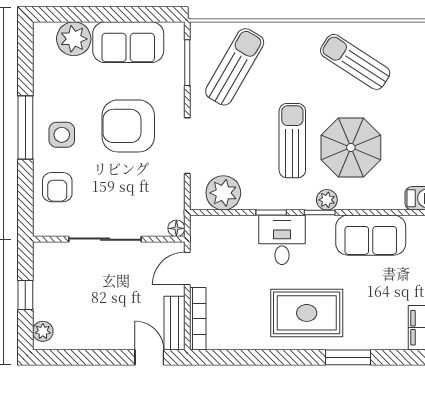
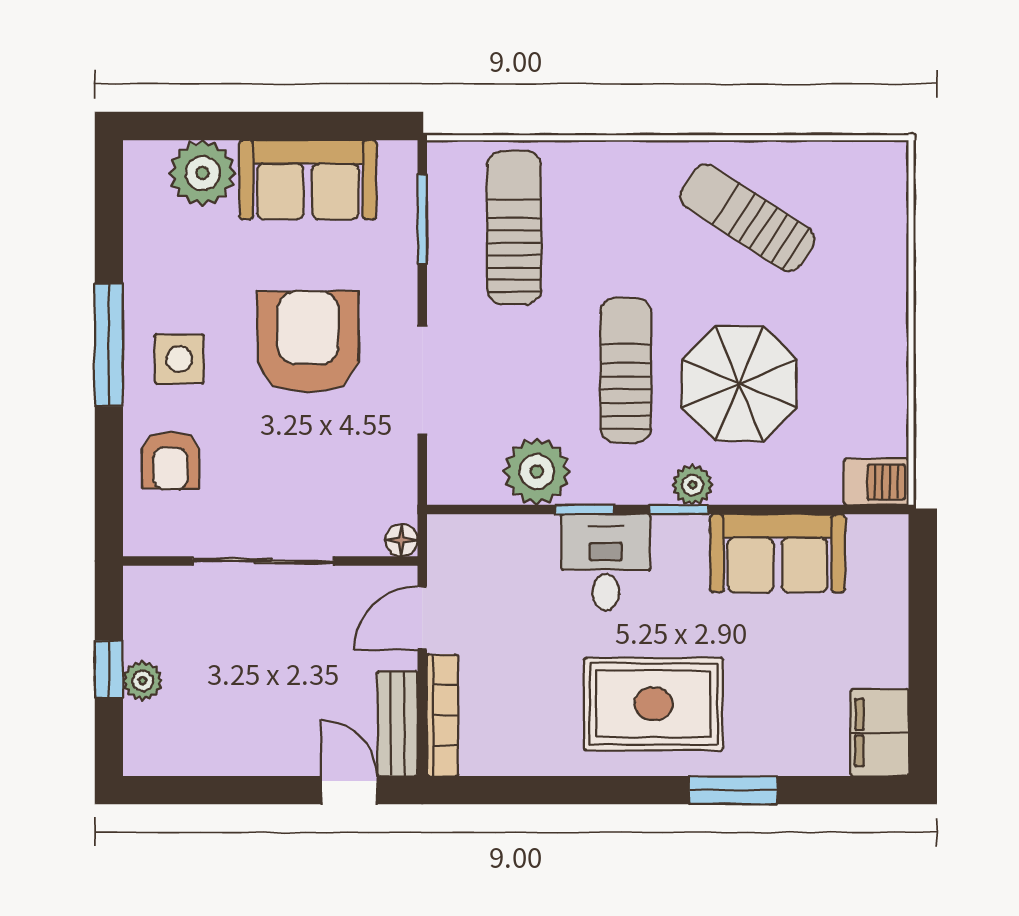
sun lounger: (235, 67) -> (514, 227), turned -30
armchair: (128, 126) -> (308, 342), turned 90
plant: (223, 193) -> (537, 471), moved
plant: (43, 331) -> (143, 681), moved

